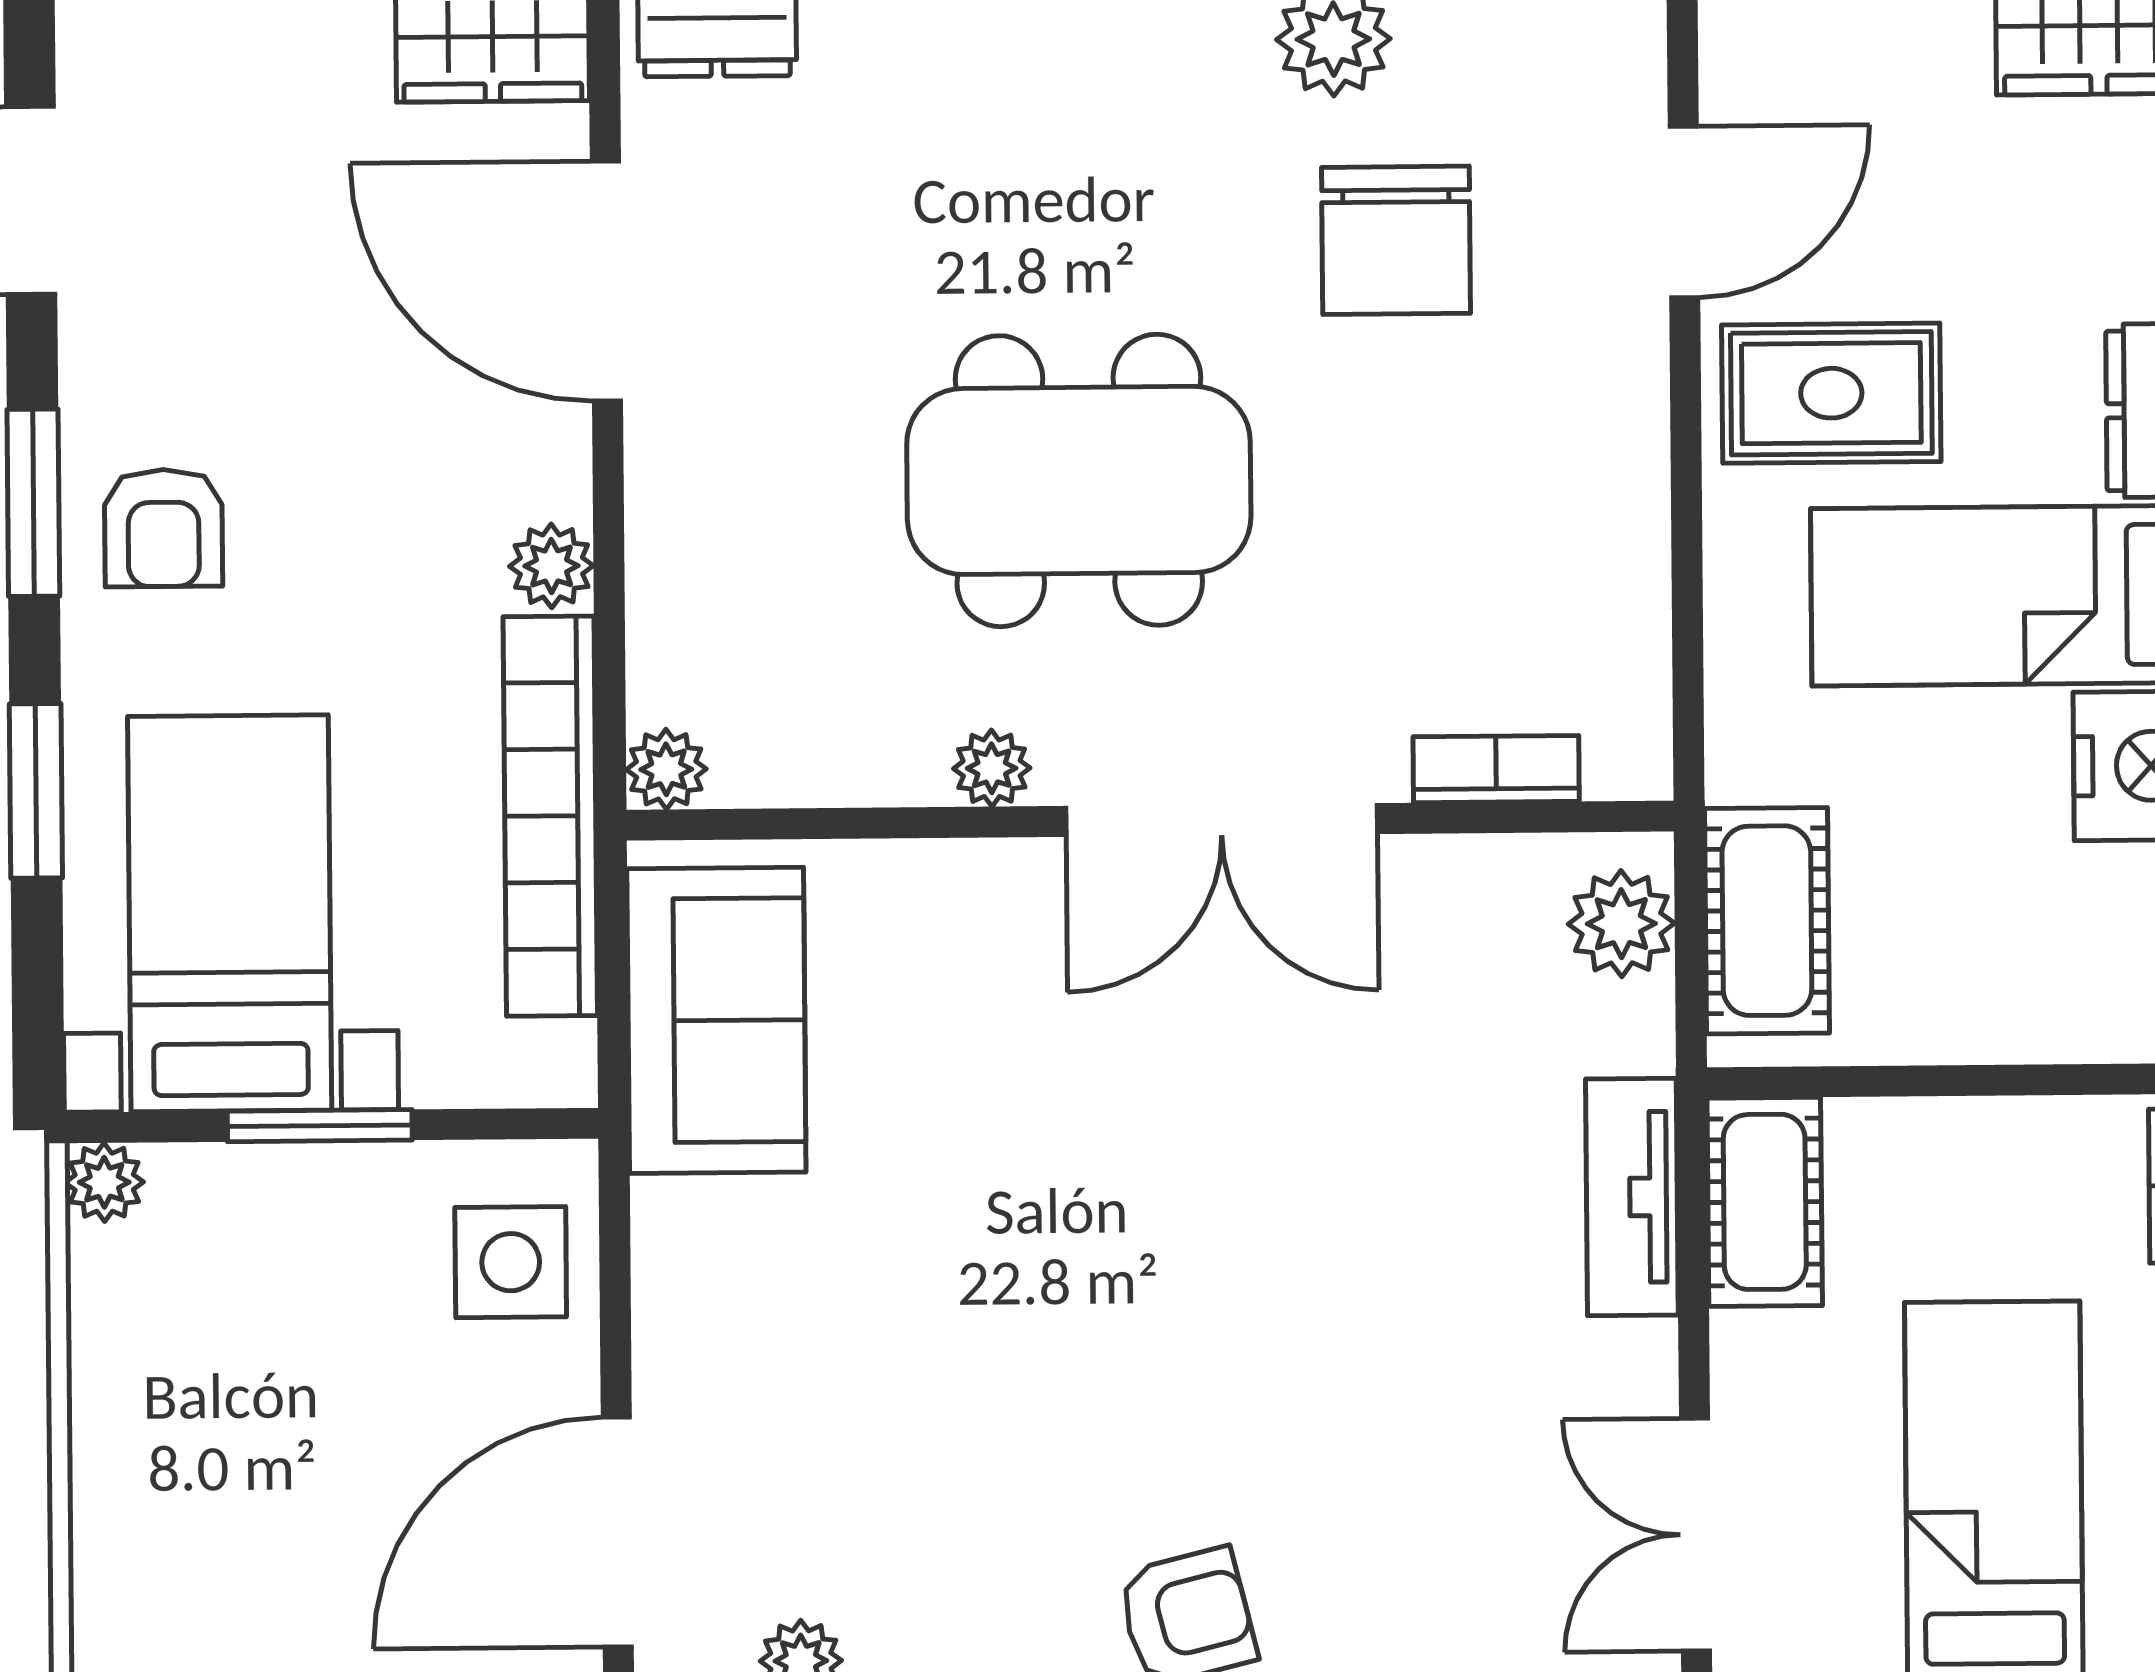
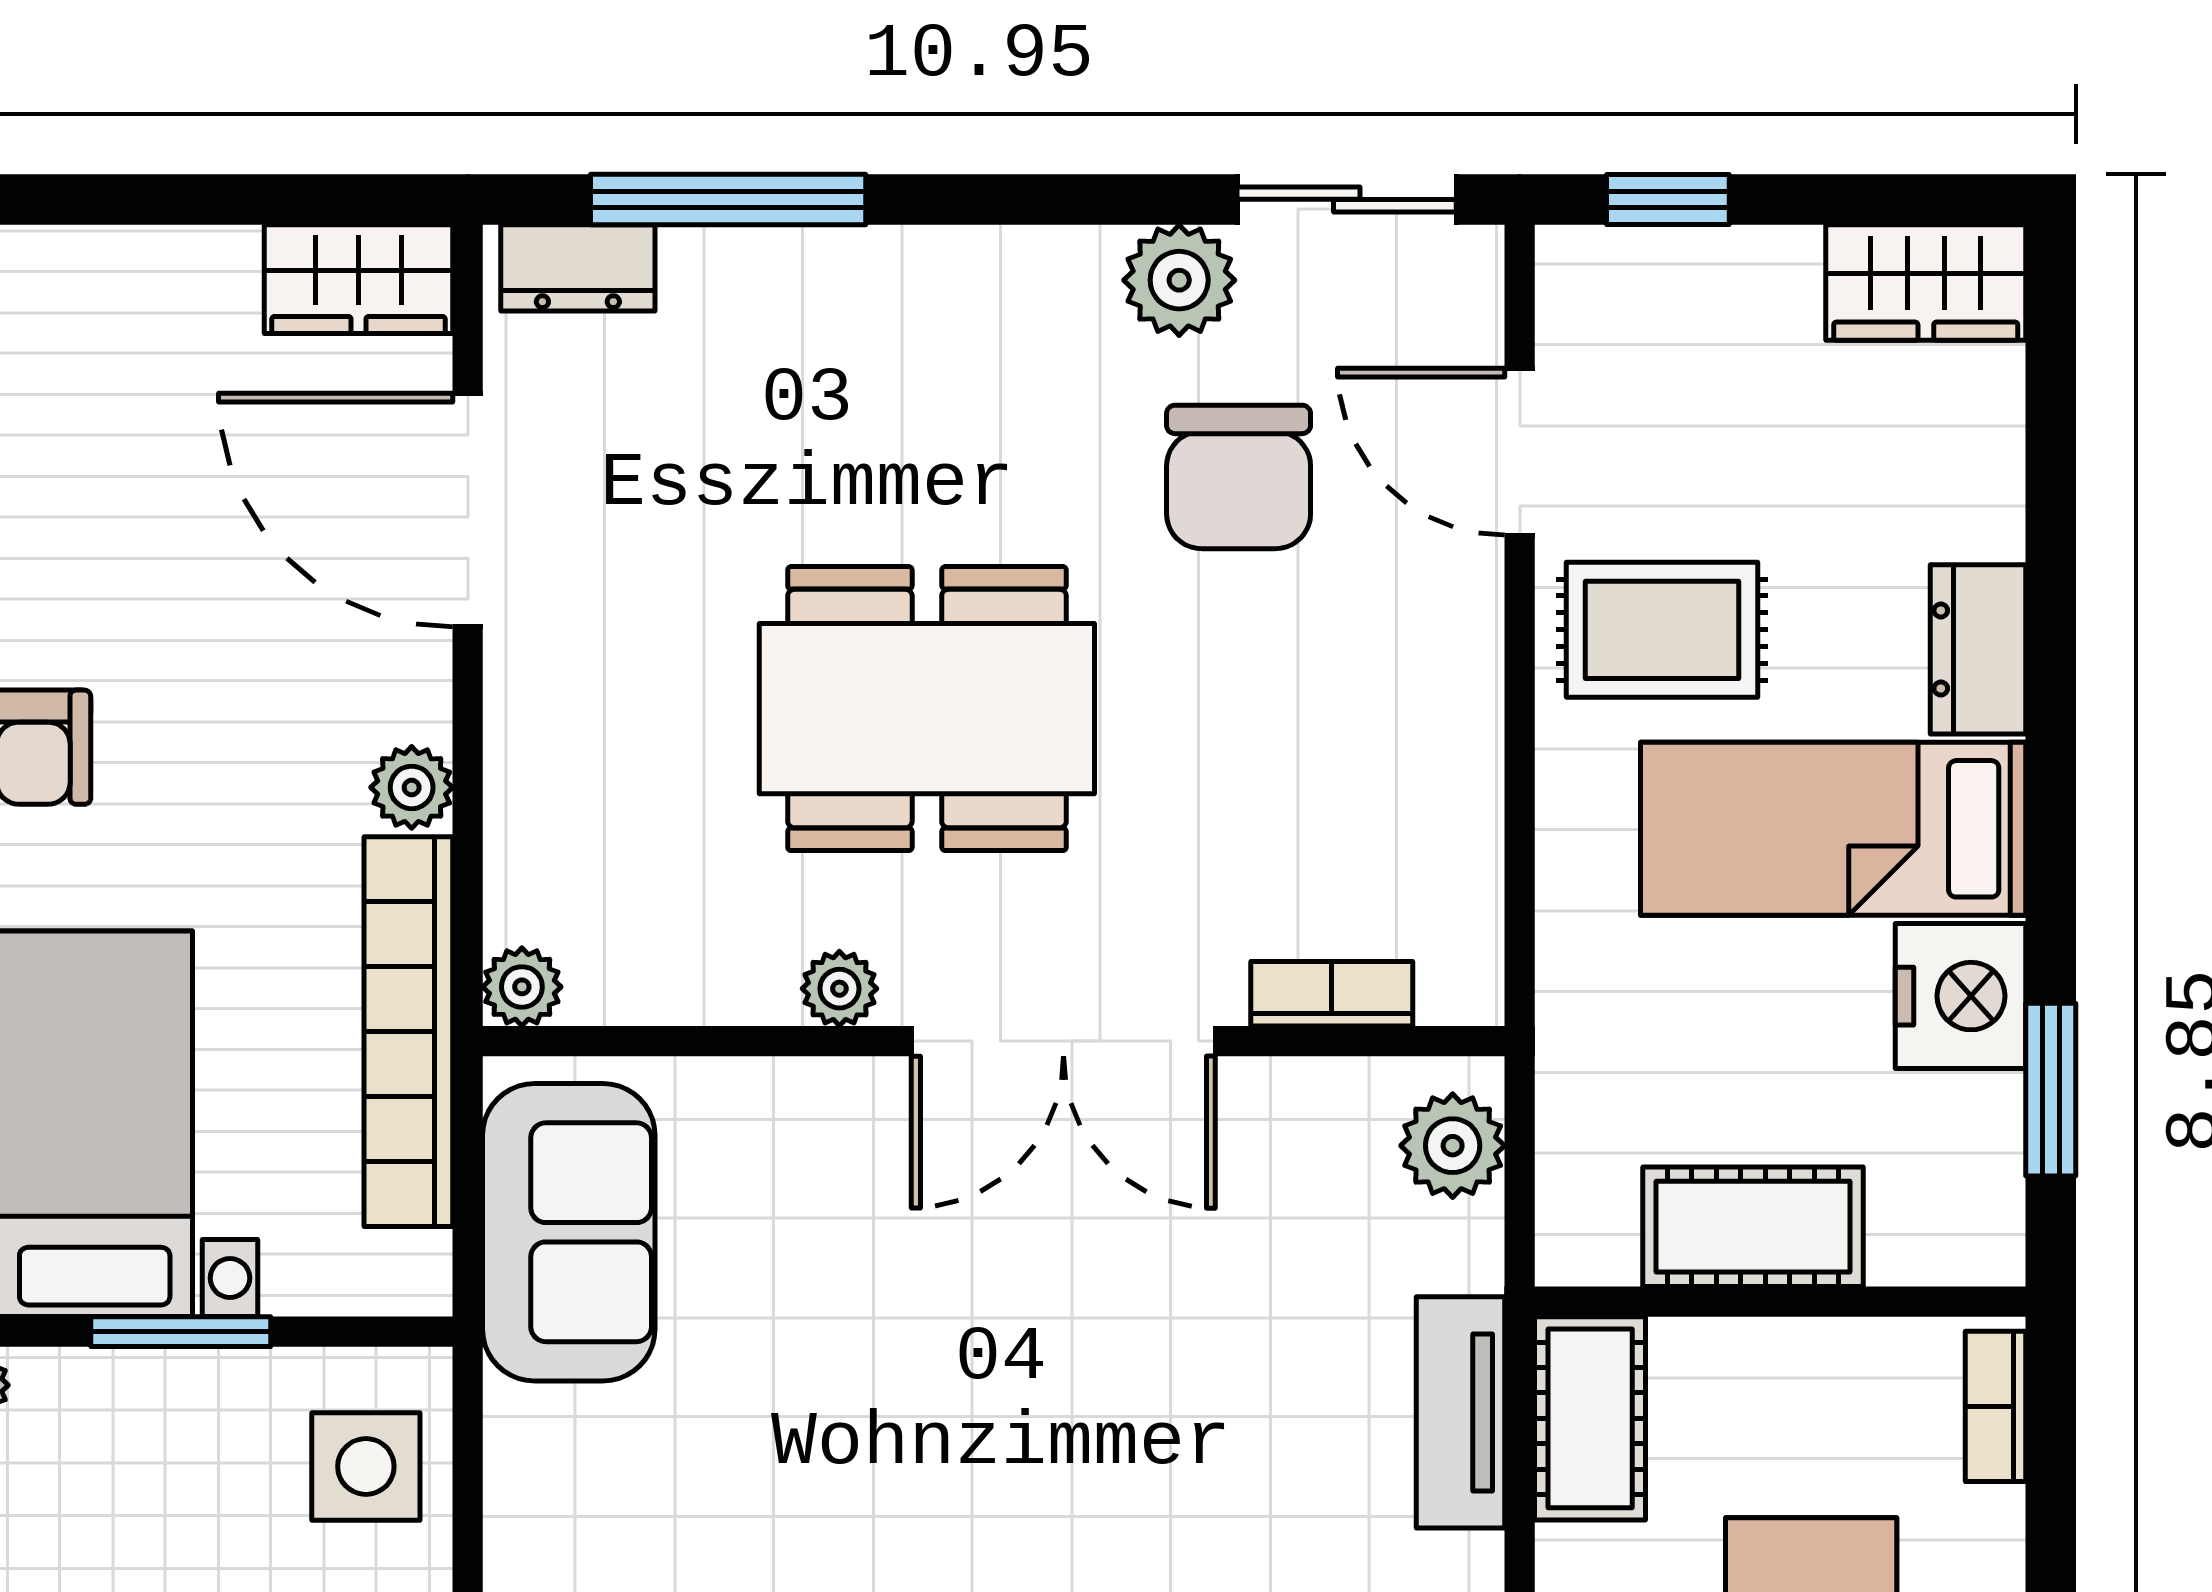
door: (1684, 212) -> (1520, 452), swing flipped
cot: (1767, 921) -> (1753, 1227), moved, turned 90

